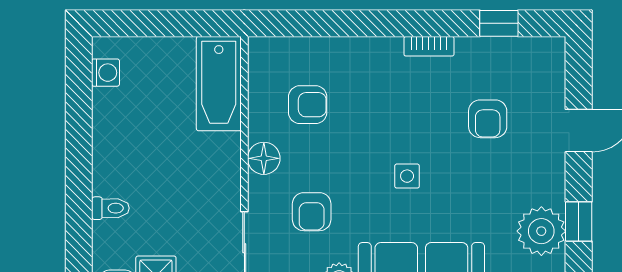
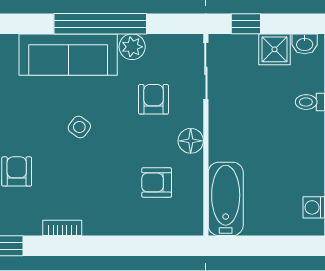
side table: (407, 176) -> (79, 127), turned 36

